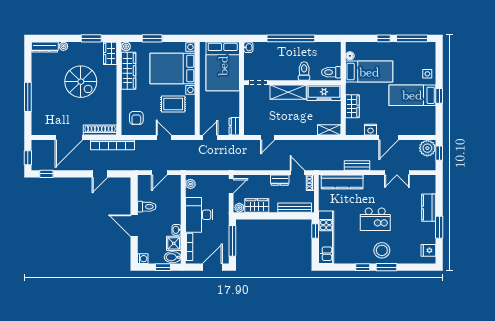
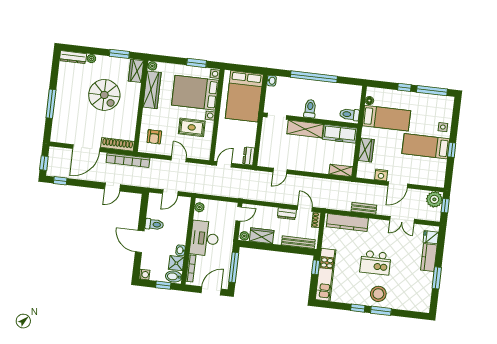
window: (152, 38) -> (197, 63), moved
toilet: (304, 71) -> (310, 109), moved
fridge: (428, 250) -> (431, 237), moved

